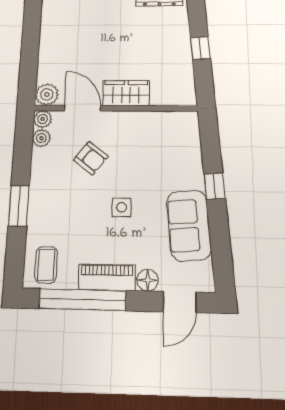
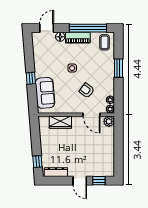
window: (200, 48) -> (37, 162), moved
wardrobe: (126, 93) -> (60, 122), moved
sofa: (189, 225) -> (45, 93), moved

